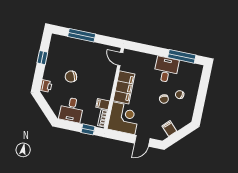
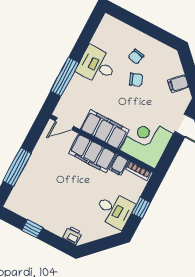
window: (182, 56) -> (65, 77), moved
chair: (71, 77) -> (69, 198), removed
filing cabinet: (105, 84) -> (92, 153), added
window: (88, 129) -> (141, 208), moved

